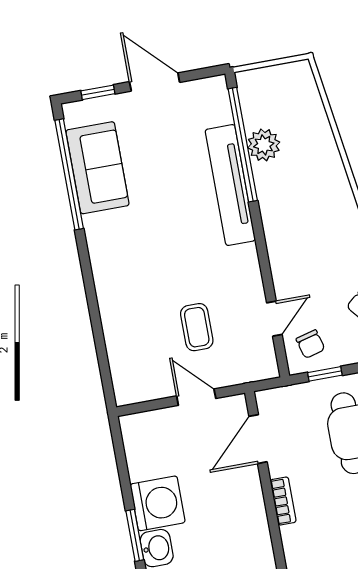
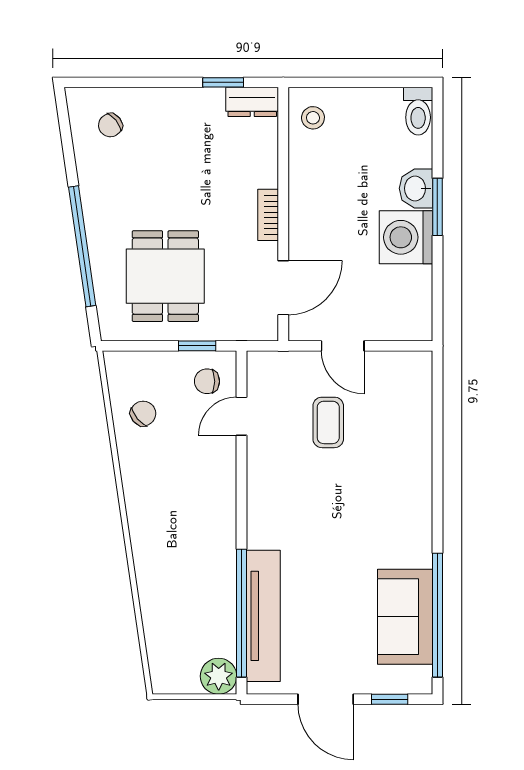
plant: (264, 145) -> (219, 676), moved
tv unit: (230, 185) -> (263, 616), moved
chair: (310, 344) -> (207, 381), turned -75

